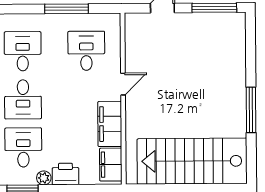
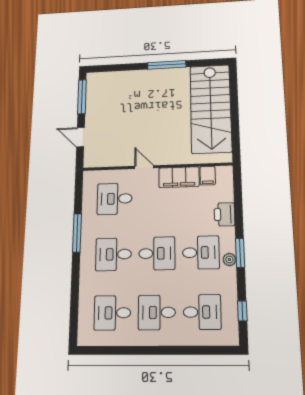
window: (66, 9) -> (77, 233), moved
desk: (23, 147) -> (201, 253), turned 180
filing cabinet: (111, 165) -> (208, 176), width x0.50
plant: (44, 178) -> (229, 260), moved

